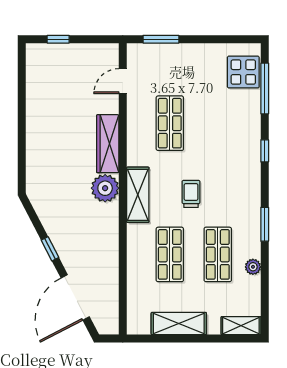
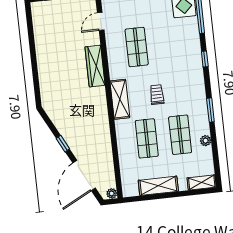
plant: (105, 188) -> (112, 193), moved, width x0.53, depth x0.53

